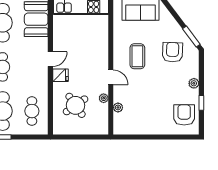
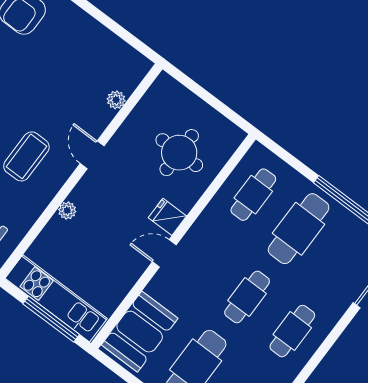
plant: (104, 98) -> (67, 211), moved
round table: (76, 105) -> (179, 153), turned 35

